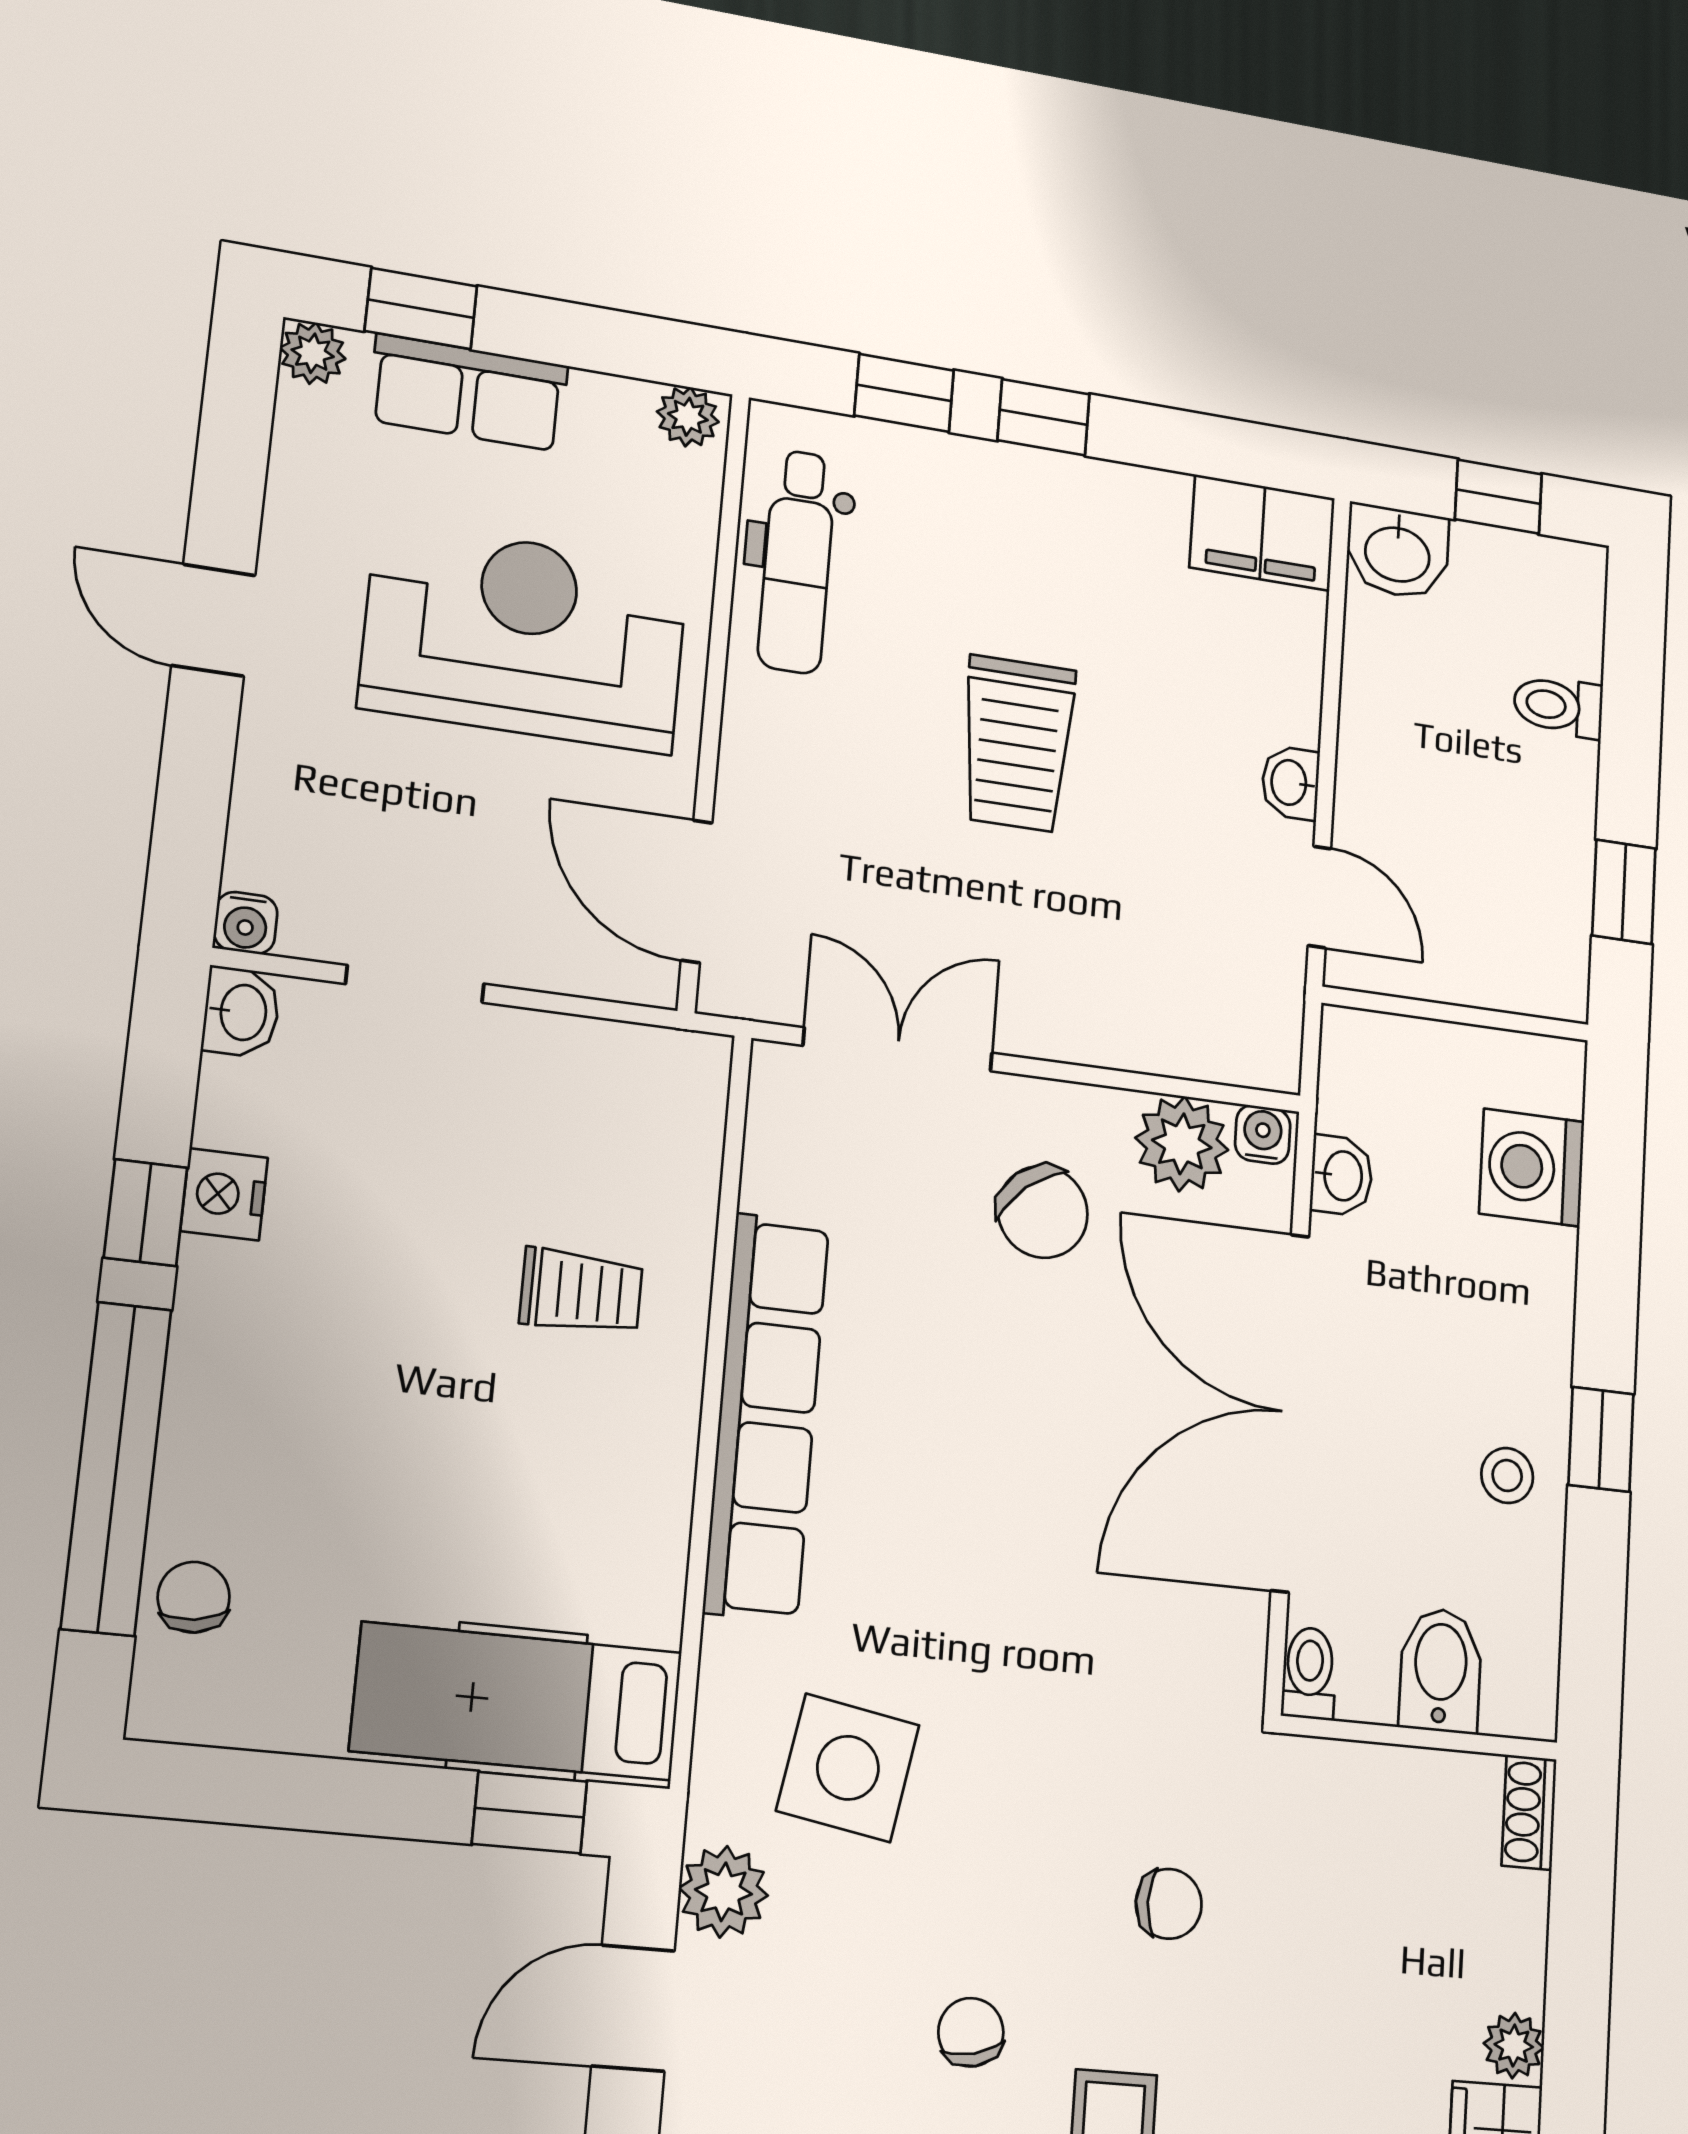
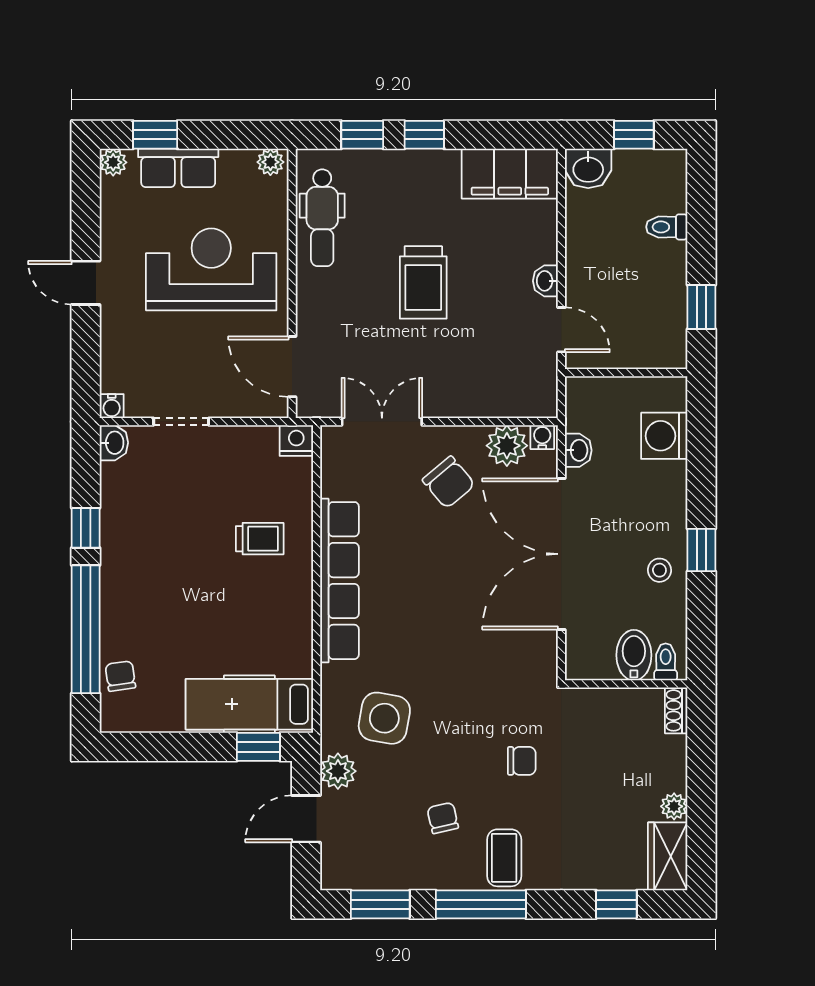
filing cabinet: (1262, 533) -> (510, 174), width x1.50, depth x1.17
nightstand: (224, 1194) -> (296, 441), moved, turned 90
toilet: (1309, 1673) -> (666, 662), moved

